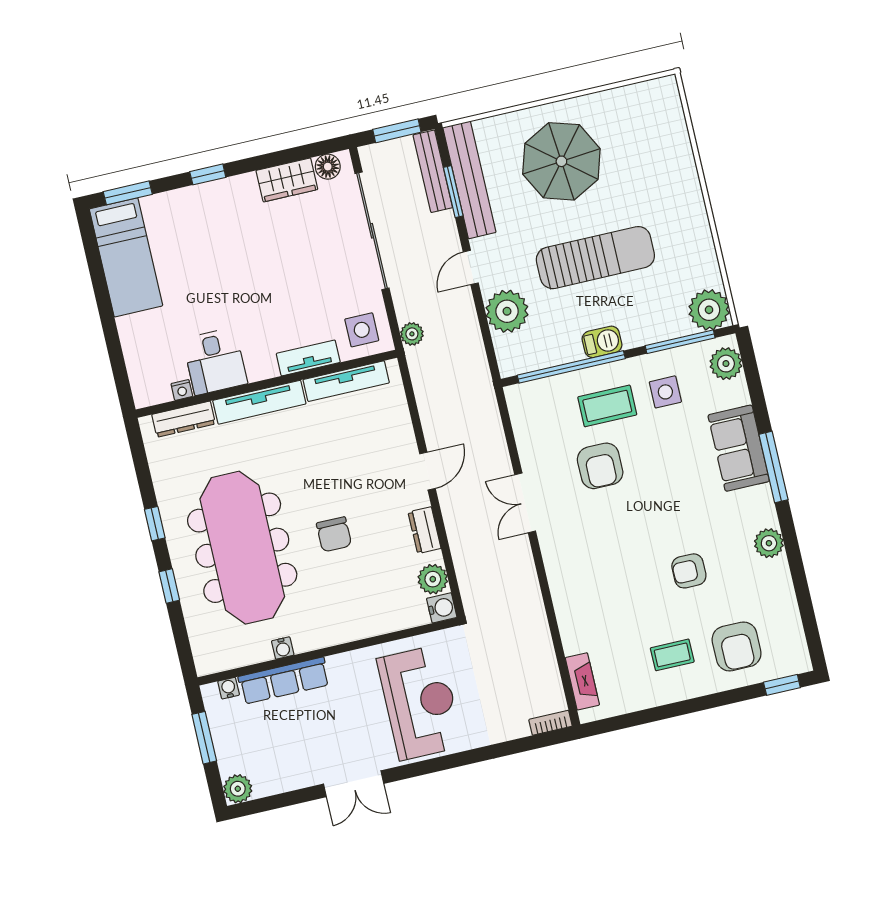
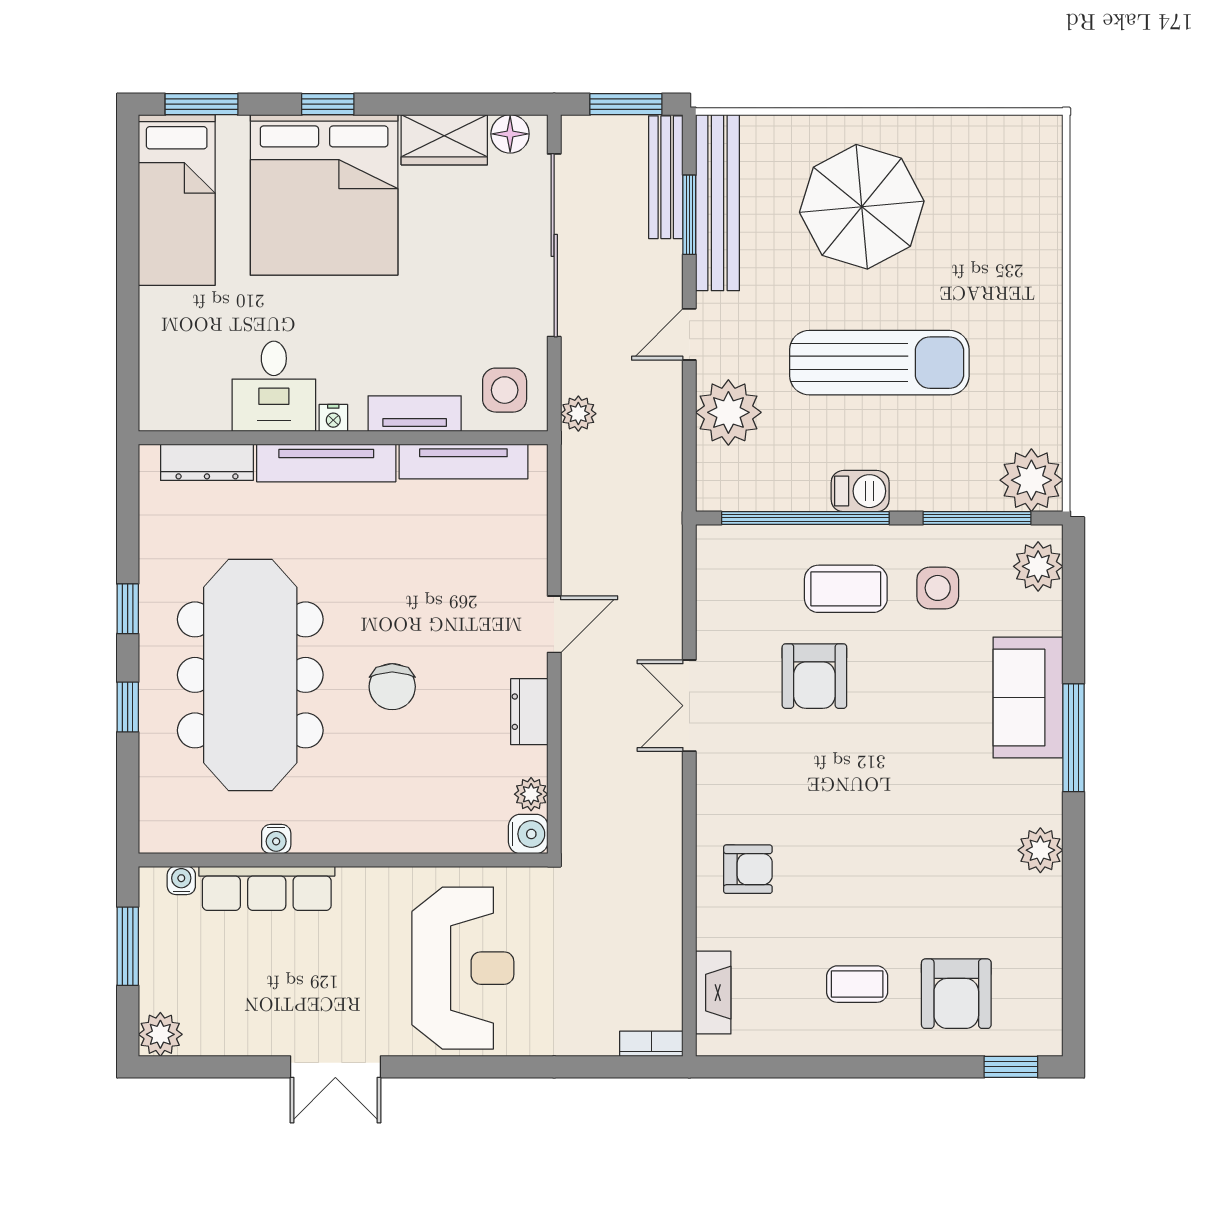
bed: (219, 233) -> (324, 195), added
nightstand: (182, 390) -> (333, 418), moved
armchair: (689, 571) -> (748, 869), moved, turned 180
plant: (433, 579) -> (531, 794), width x0.73, depth x0.73

